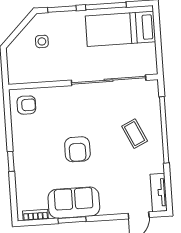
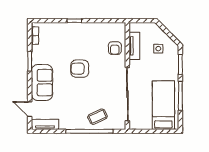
tv unit: (40, 75) -> (134, 46), added
armchair: (26, 105) -> (115, 48), moved
coffee table: (135, 134) -> (97, 117), moved
sofa: (74, 203) -> (42, 83), moved

